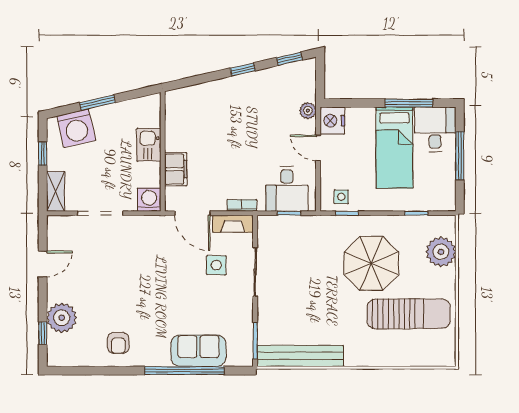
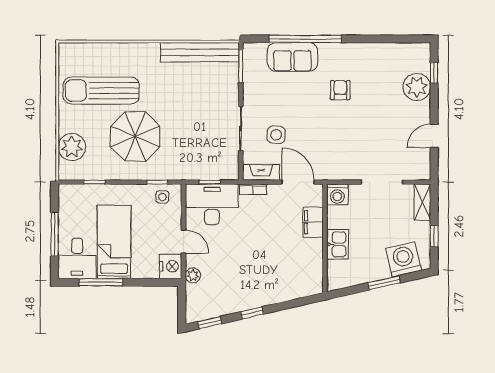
desk: (287, 189) -> (212, 204), width x1.37
armchair: (118, 343) -> (340, 90), moved

